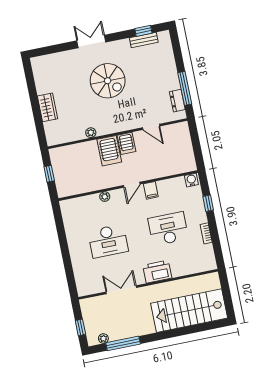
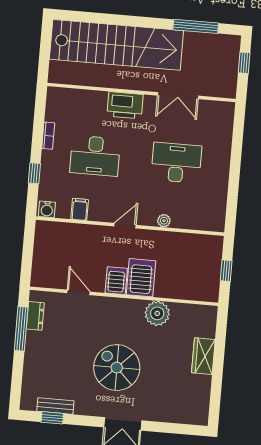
plant: (91, 133) -> (157, 313), width x1.87, depth x1.87
filing cabinet: (151, 190) -> (80, 209), moved
stairs: (189, 311) -> (116, 45), width x1.36
plant: (103, 338) -> (219, 40), removed

